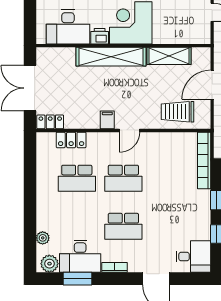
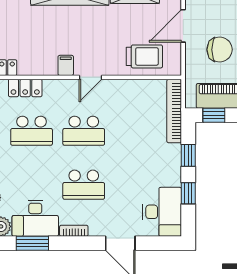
trolley: (178, 112) -> (144, 56), turned 180
desk: (193, 256) -> (162, 212), width x1.37

